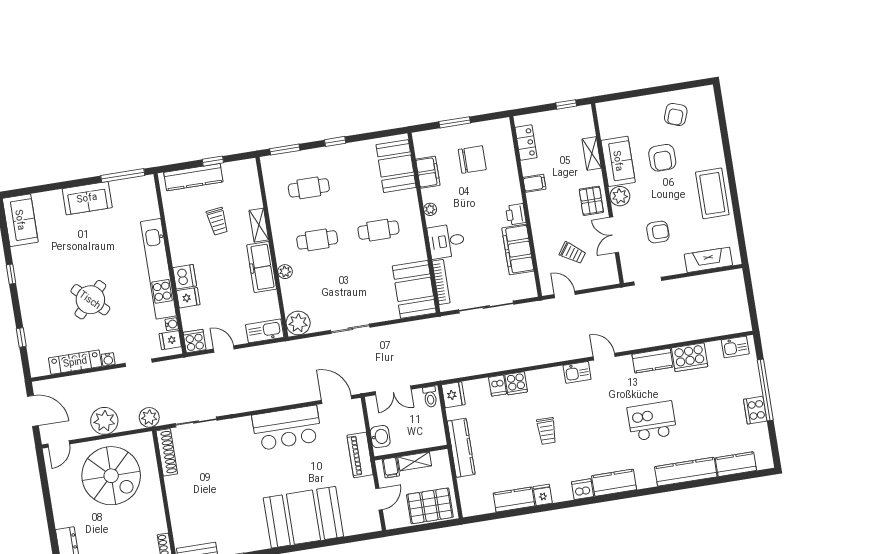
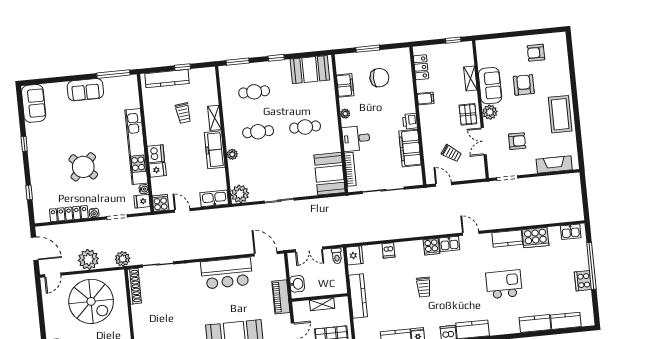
armchair: (676, 114) -> (536, 53), turned 70
armchair: (662, 158) -> (524, 85), turned 180
booth: (396, 166) -> (310, 70), moved, turned 90
cooker: (516, 383) -> (431, 247), moved
filing cabinet: (391, 468) -> (304, 308), removed
kitchen counter: (686, 472) -> (535, 324), width x0.67

